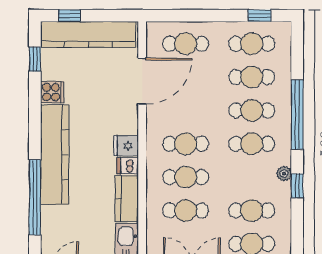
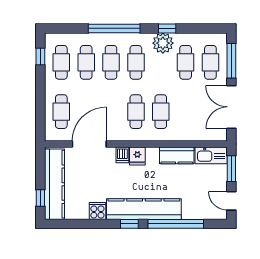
window: (35, 59) -> (129, 224), moved
door: (142, 81) -> (89, 144), hinge flipped
dishwasher: (128, 166) -> (122, 155), moved
plant: (284, 174) -> (163, 43), width x1.88, depth x1.88
cafe table: (186, 210) -> (186, 112), removed

